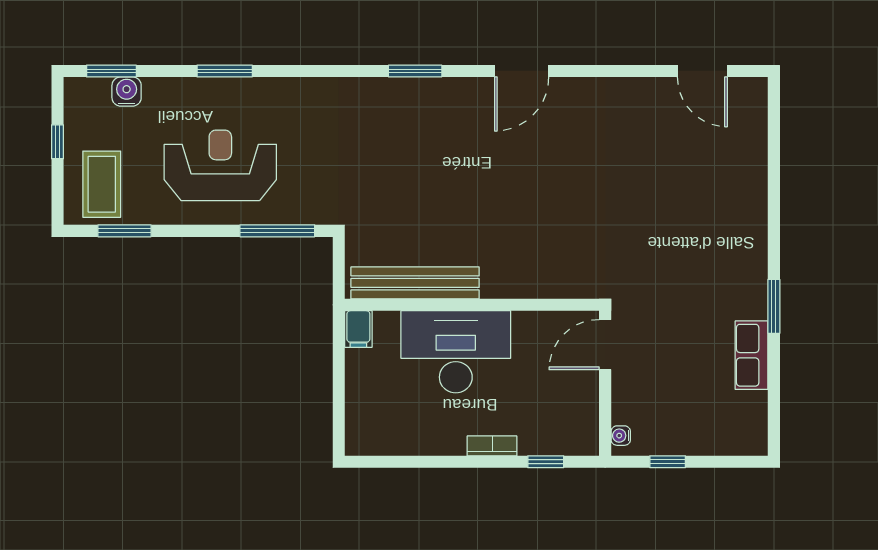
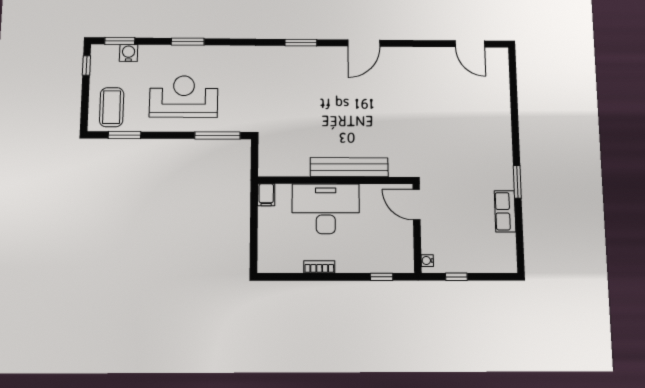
window: (58, 142) -> (86, 65), moved
bench: (415, 283) -> (349, 167), moved
door: (605, 345) -> (416, 205), hinge flipped
bookcase: (492, 446) -> (319, 267), moved

